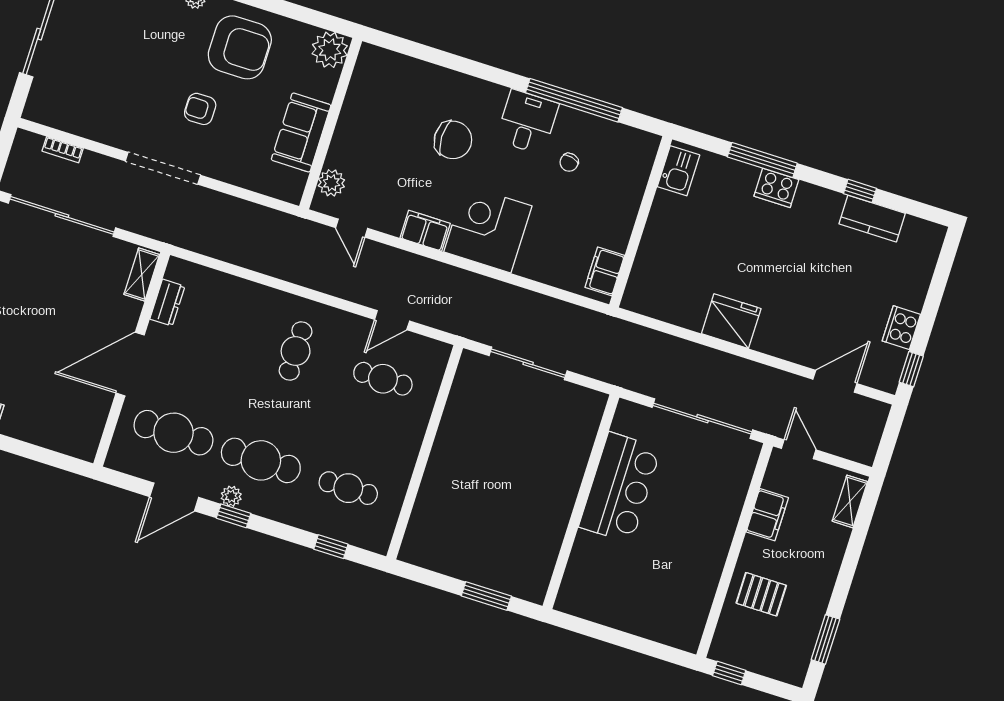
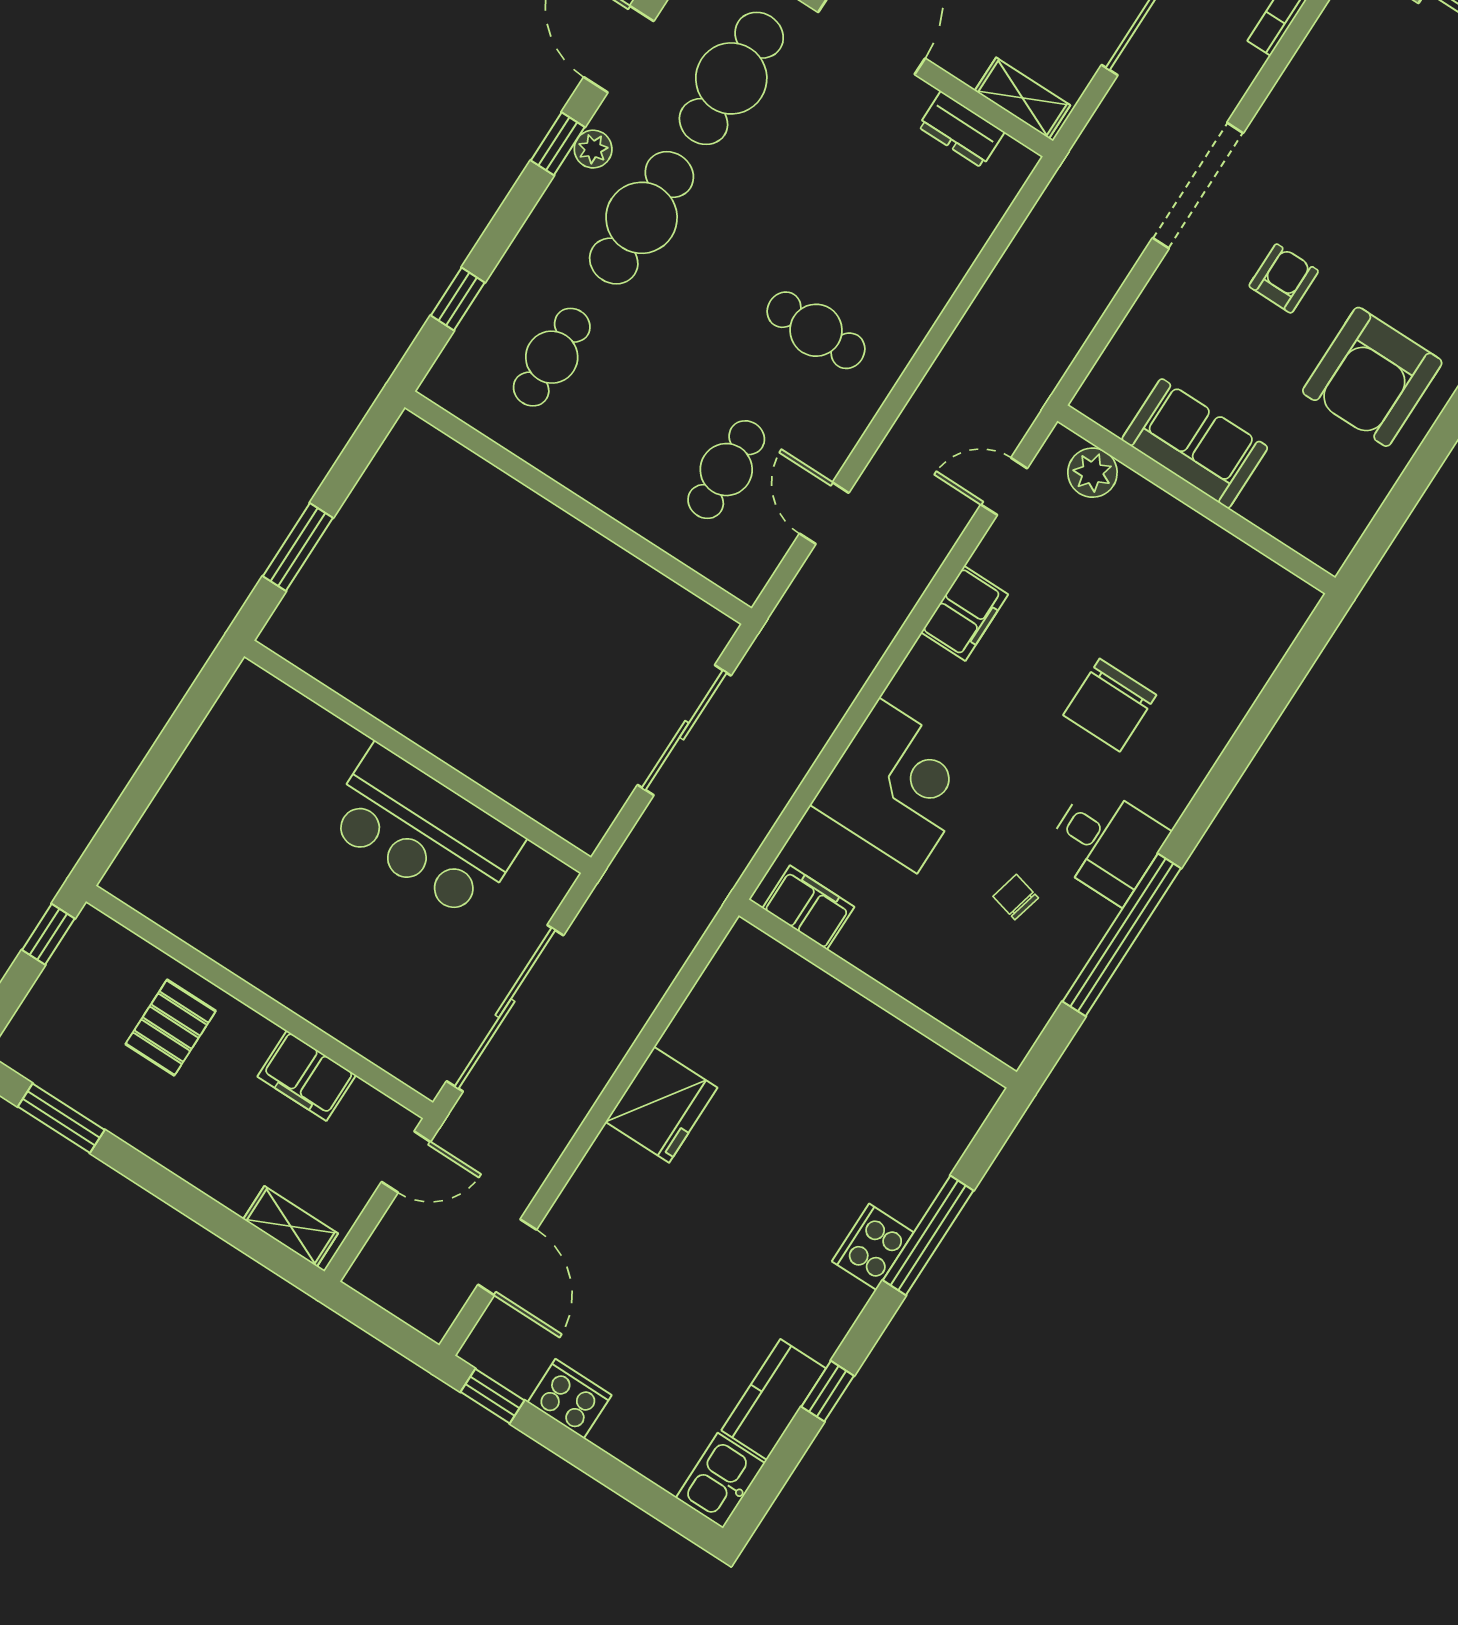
plant: (330, 50) -> (1326, 533), removed
kitchen sink: (678, 171) -> (720, 1480), moved, turned 90
corner desk: (488, 229) -> (898, 786), moved

